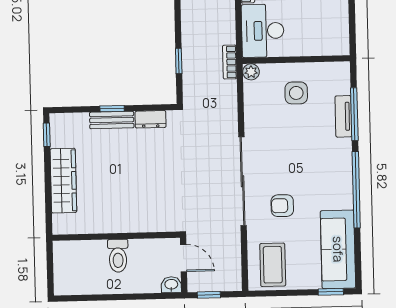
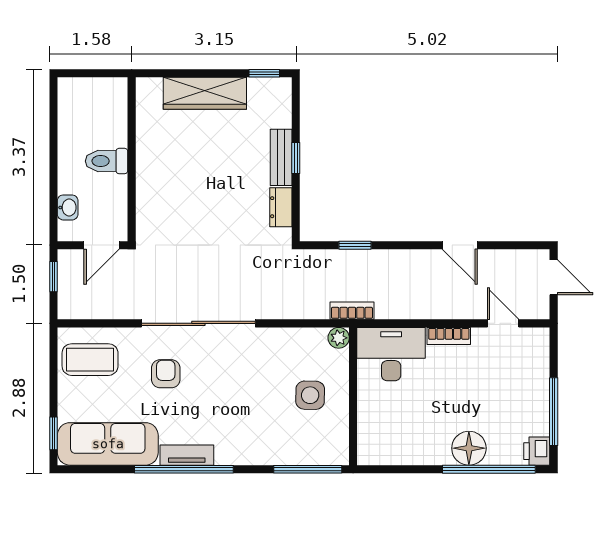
window: (354, 114) -> (308, 469), moved
tv unit: (343, 116) -> (187, 455), moved
washbasin: (171, 285) -> (68, 207), moved

